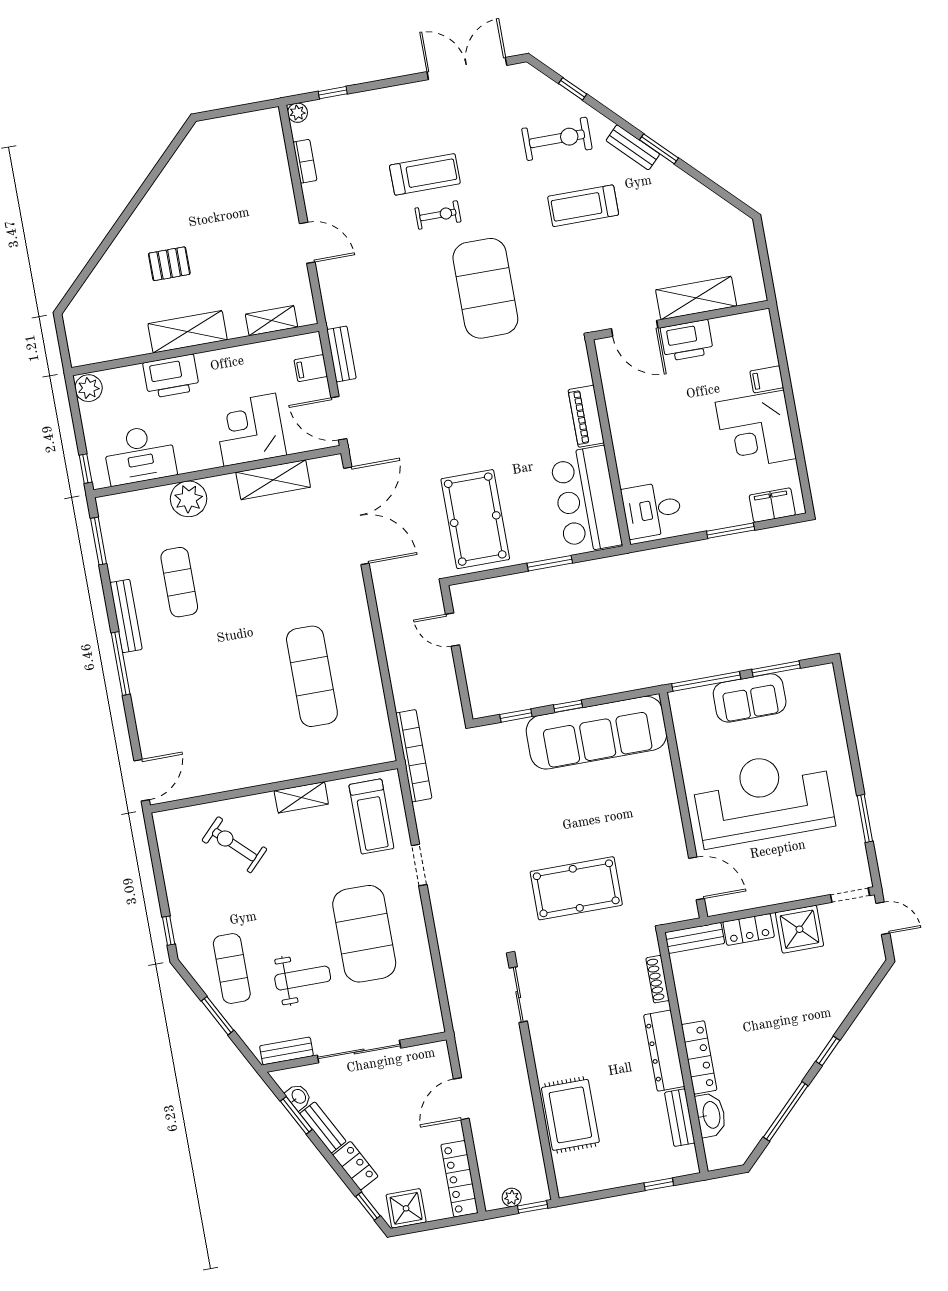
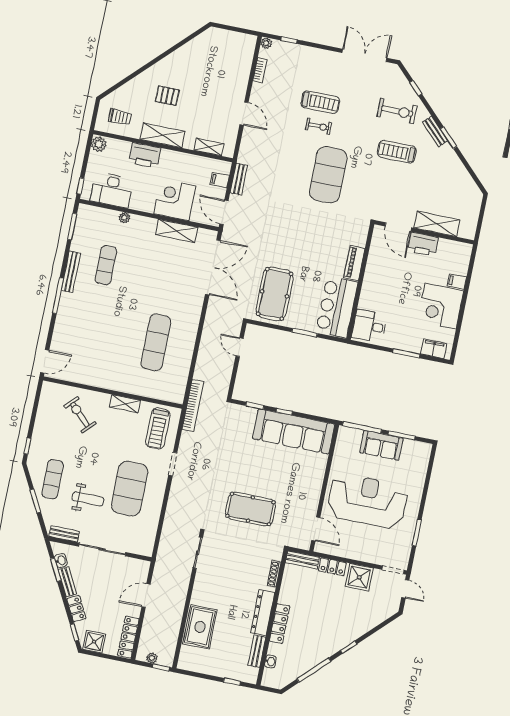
trolley: (106, 330) -> (120, 117), added
plant: (189, 499) -> (124, 218), width x0.53, depth x0.53
washbasin: (711, 1115) -> (270, 661), width x0.52, depth x0.69

